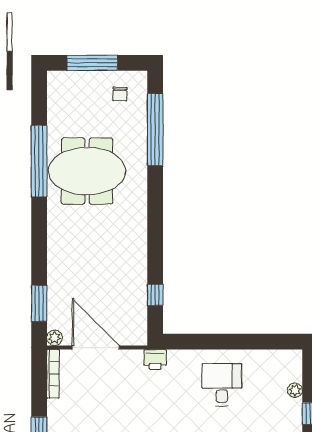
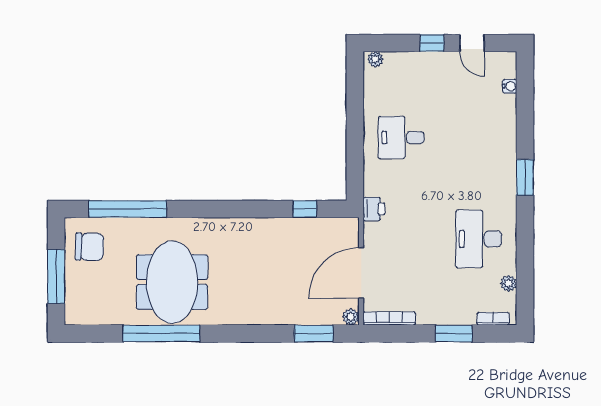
chair: (120, 94) -> (89, 247), width x1.87, depth x1.87
plant: (295, 390) -> (375, 59), moved

